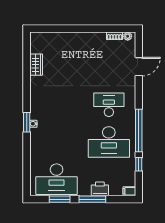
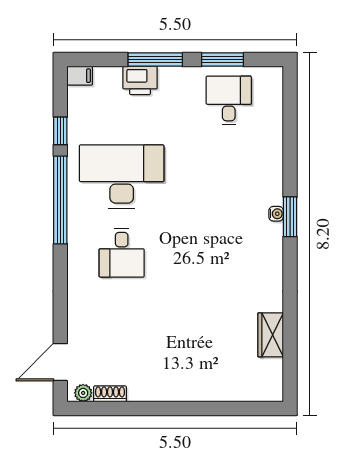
door: (139, 67) -> (60, 362), moved
desk: (109, 105) -> (122, 253), width x0.73
desk: (57, 179) -> (229, 100), width x0.53, depth x0.77

